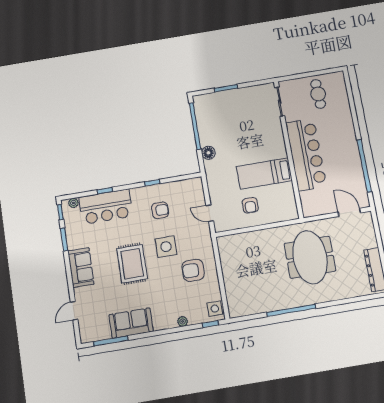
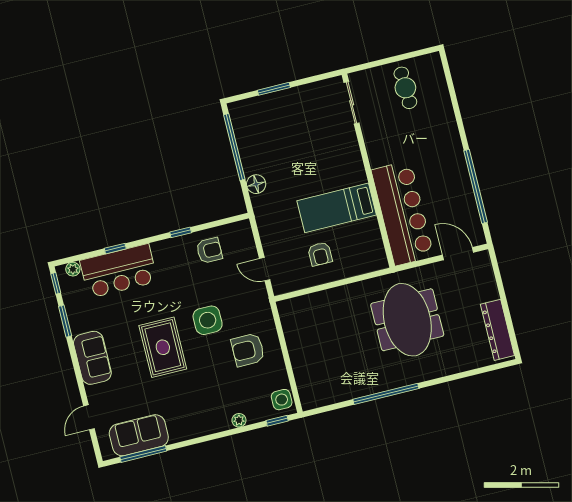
bar counter: (306, 155) -> (403, 213), moved
armchair: (160, 210) -> (209, 251), moved
sofa: (131, 323) -> (139, 435), moved

